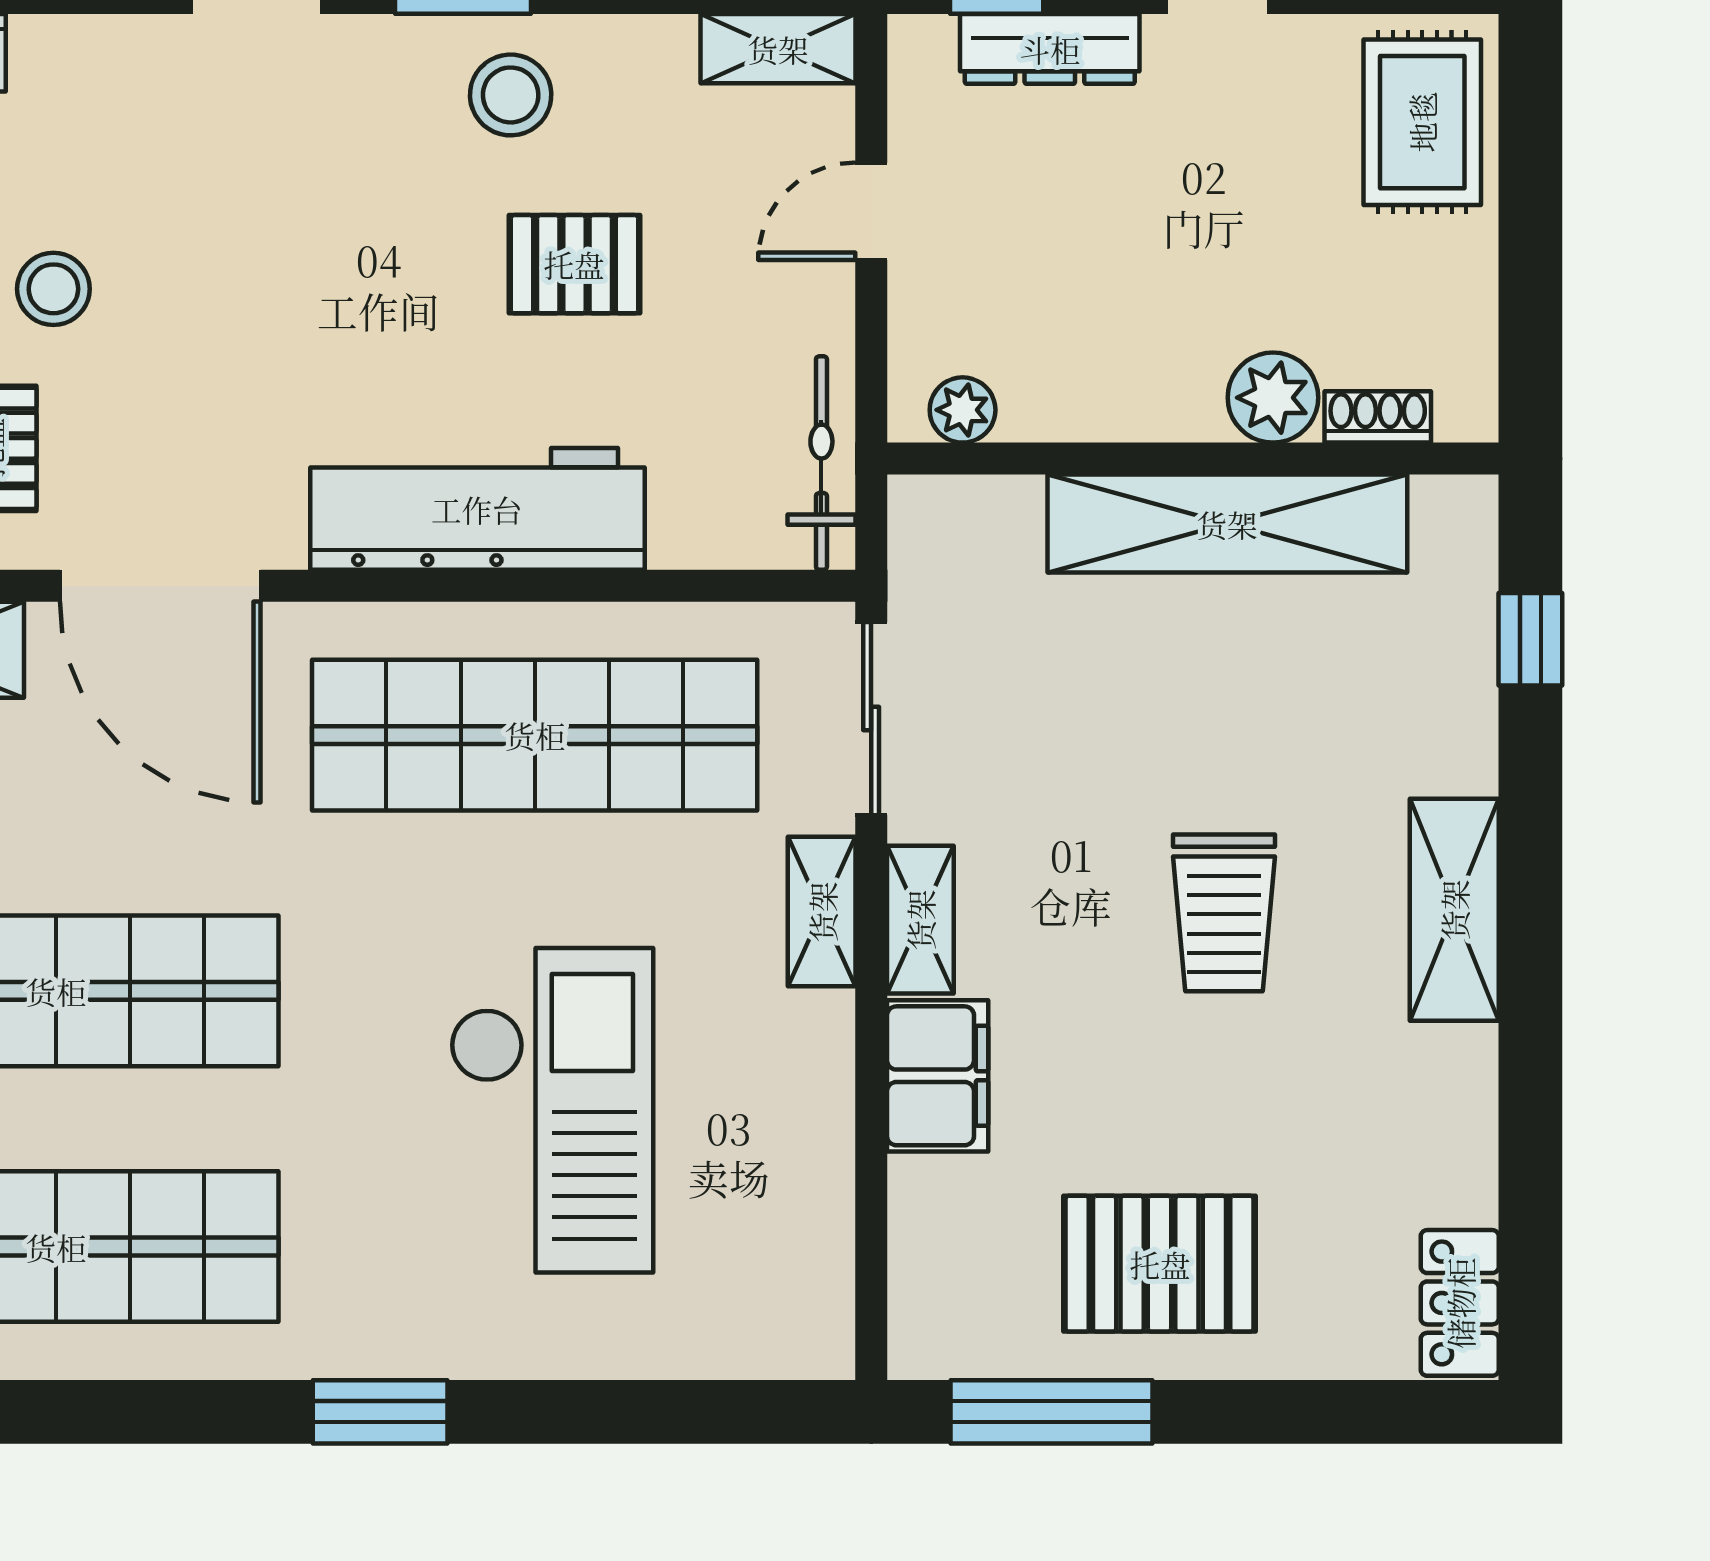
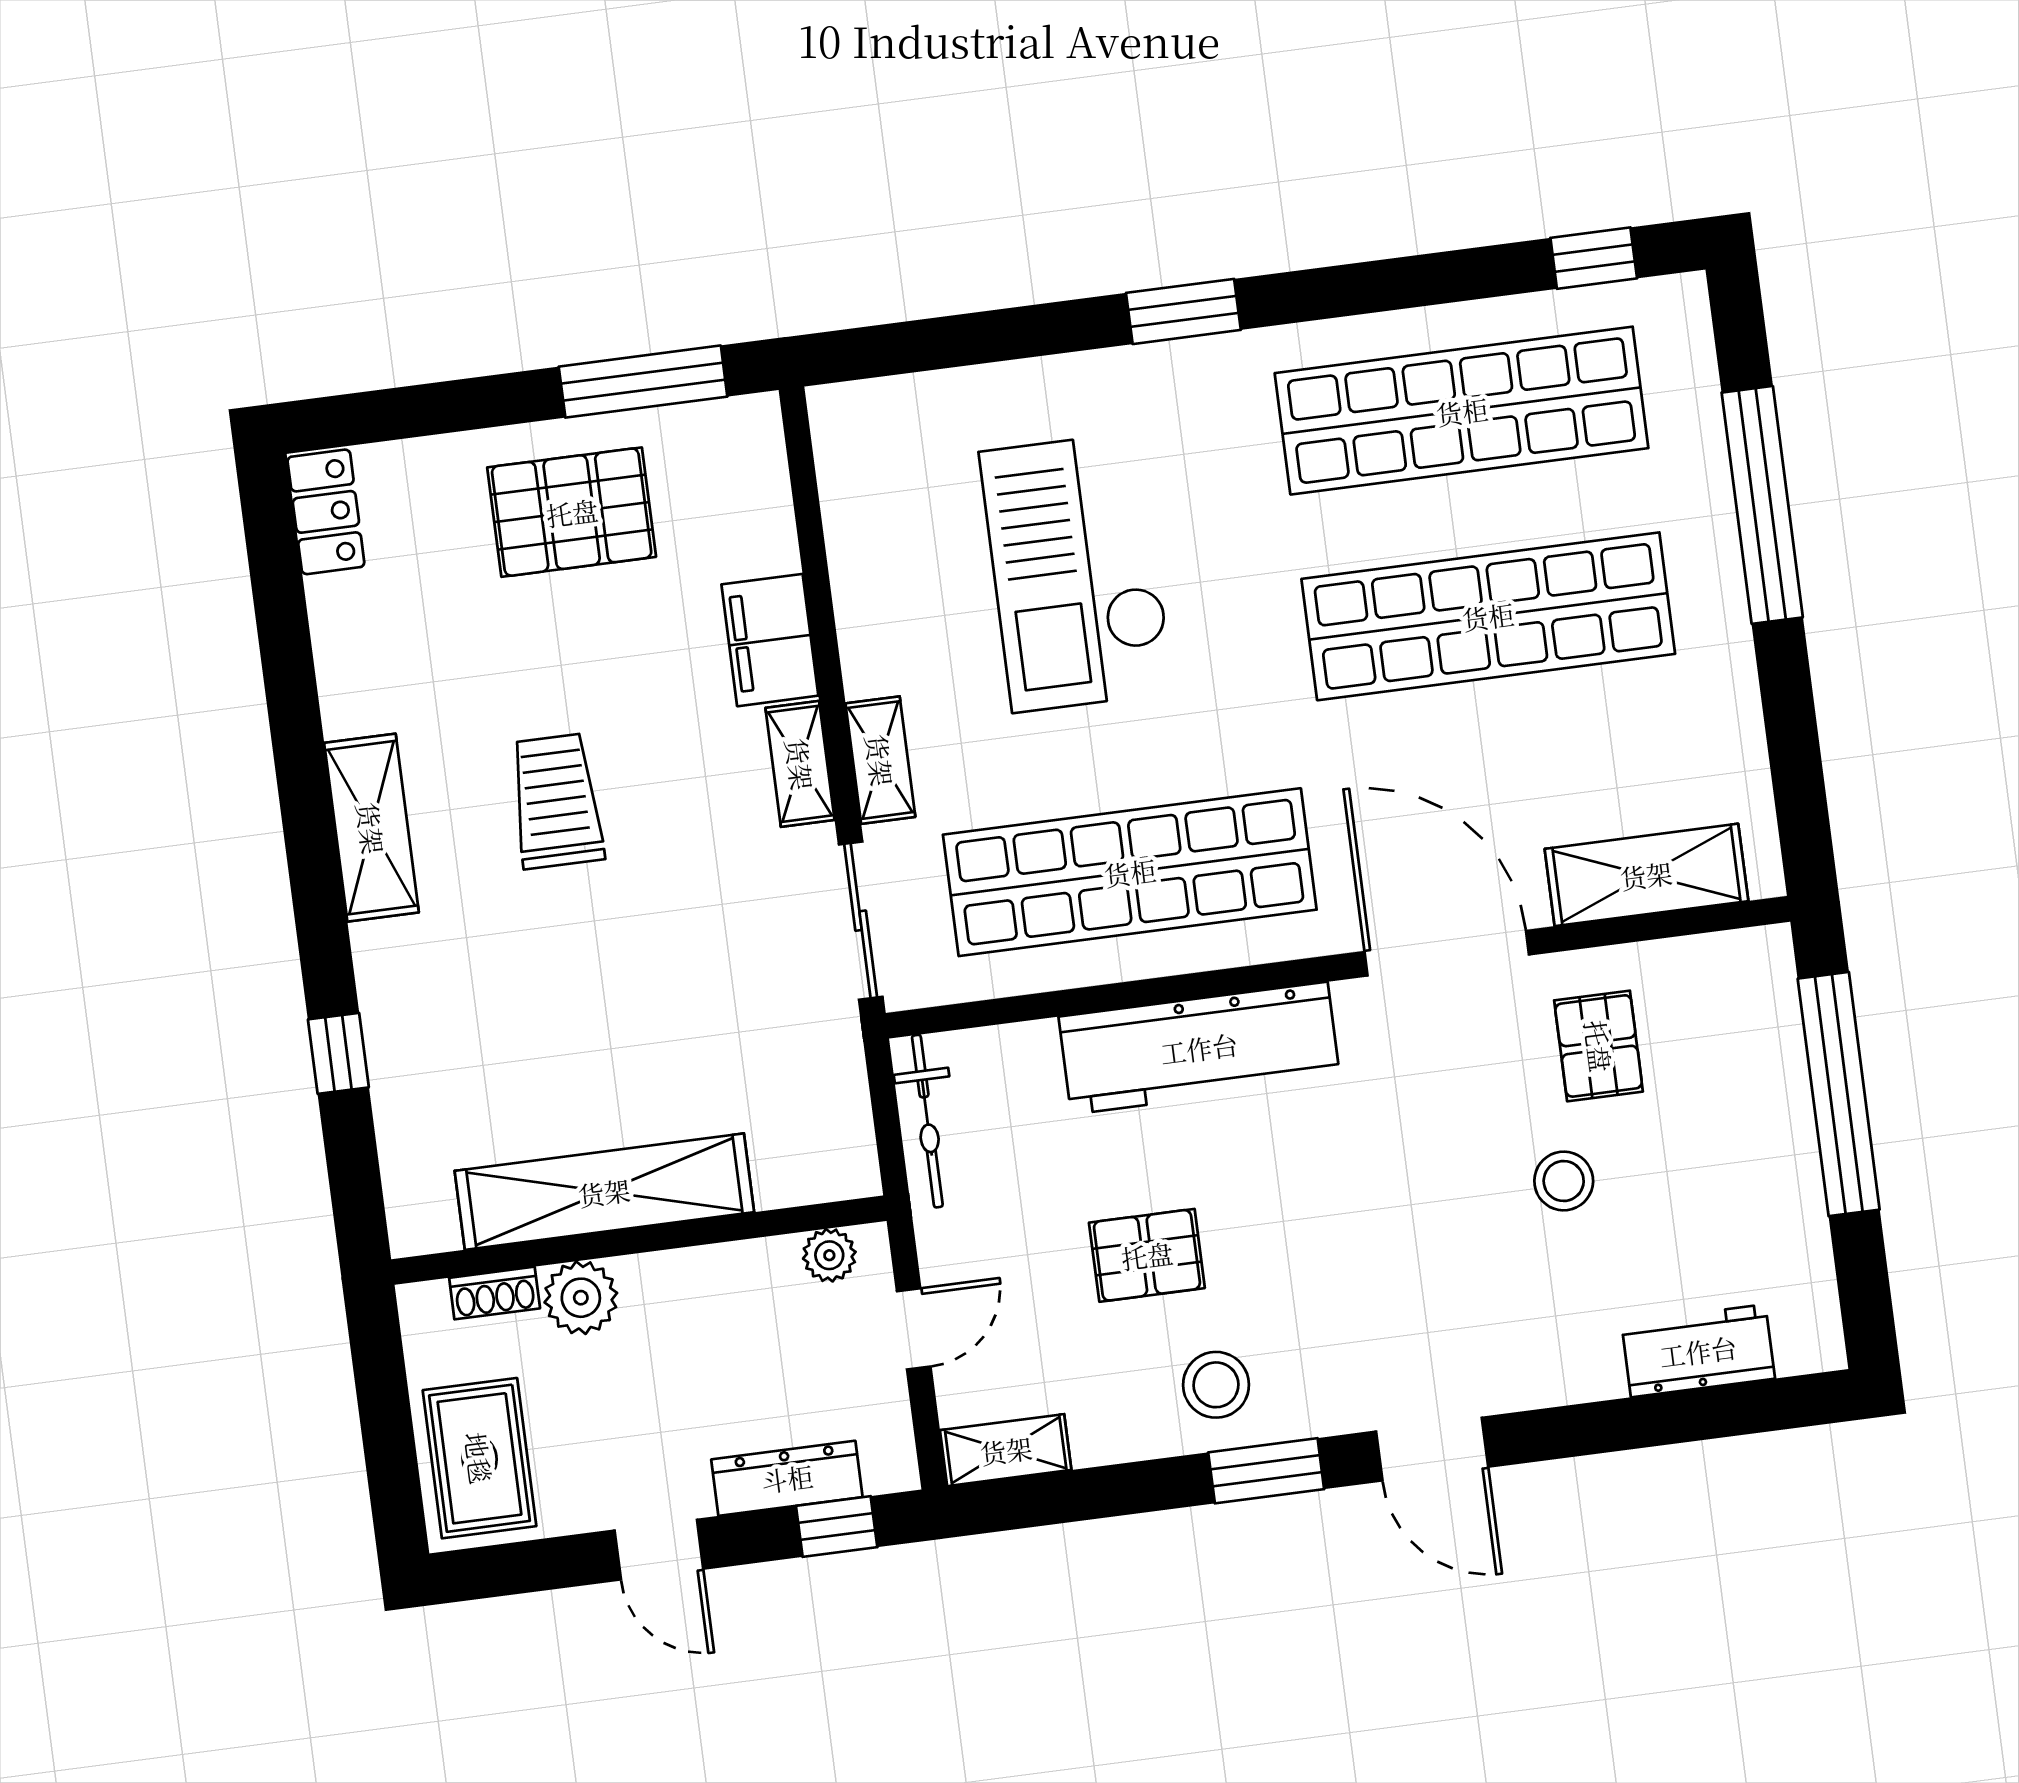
plant: (1273, 398) -> (581, 1298), moved
plant: (963, 410) -> (829, 1255), moved
shoe rack: (1378, 417) -> (495, 1293), moved
wall: (1193, 459) -> (639, 1240), moved
shelving: (1227, 524) -> (604, 1192), moved

